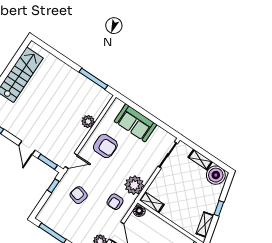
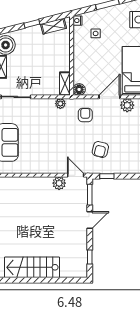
plant: (88, 122) -> (59, 183), moved
armchair: (105, 146) -> (44, 155), removed
plant: (134, 185) -> (60, 104), width x0.53, depth x0.53
armchair: (115, 202) -> (85, 115), turned -90

